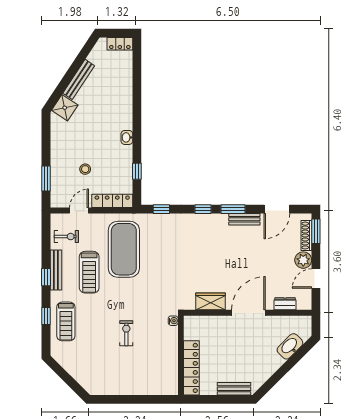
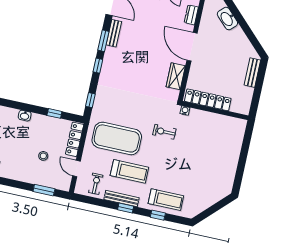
exercise bike: (126, 333) -> (164, 132), moved
locker: (191, 368) -> (208, 100), moved

